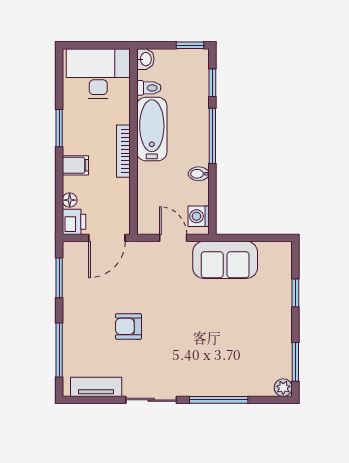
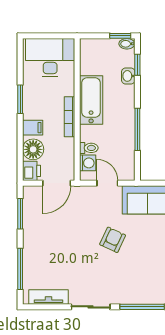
washbasin: (145, 59) -> (128, 76), moved, turned 180
toilet: (149, 88) -> (89, 148), moved
window: (212, 136) -> (137, 129), moved
bidet: (199, 174) -> (127, 44), moved
floor lamp: (70, 200) -> (33, 149), width x1.89, depth x1.89
washing machine: (199, 216) -> (88, 163), moved, turned 180
armchair: (128, 326) -> (113, 240), moved, turned 115

